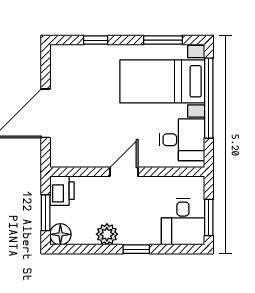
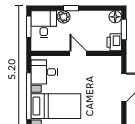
door: (124, 172) -> (78, 53), swing flipped
plant: (107, 234) -> (64, 17), moved

